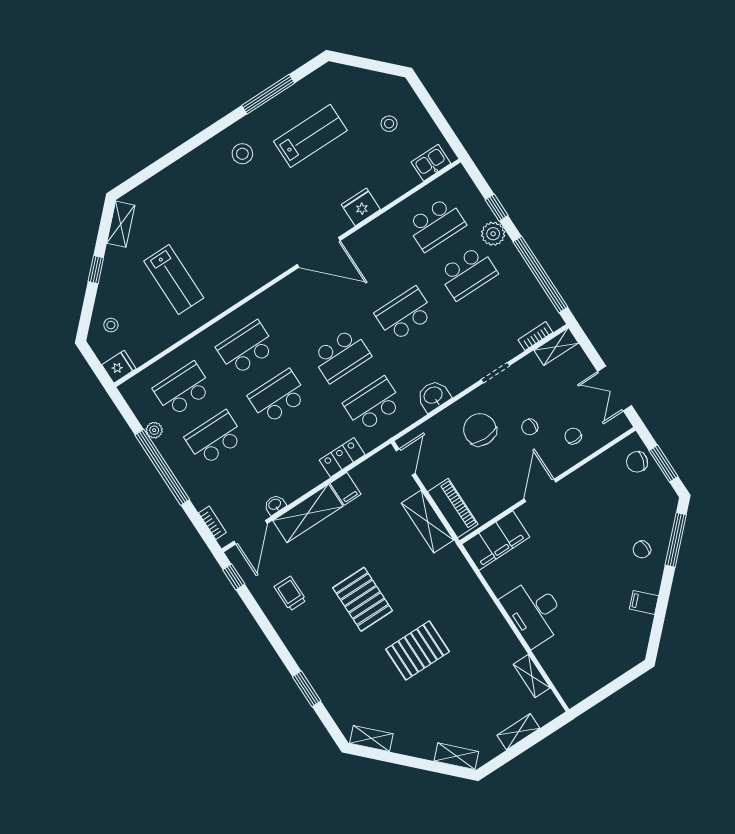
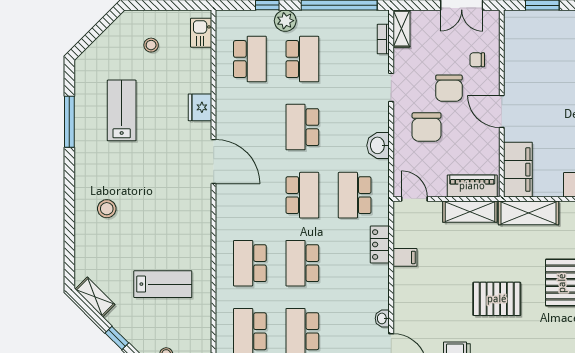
stool: (242, 154) -> (107, 209), moved
door: (319, 252) -> (214, 162), hinge flipped
chair: (530, 427) -> (449, 88), width x1.87, depth x1.87
chair: (480, 430) -> (427, 127), turned -90
chair: (637, 462) -> (528, 24), removed
shelving: (308, 513) -> (529, 213), moved, turned 90

